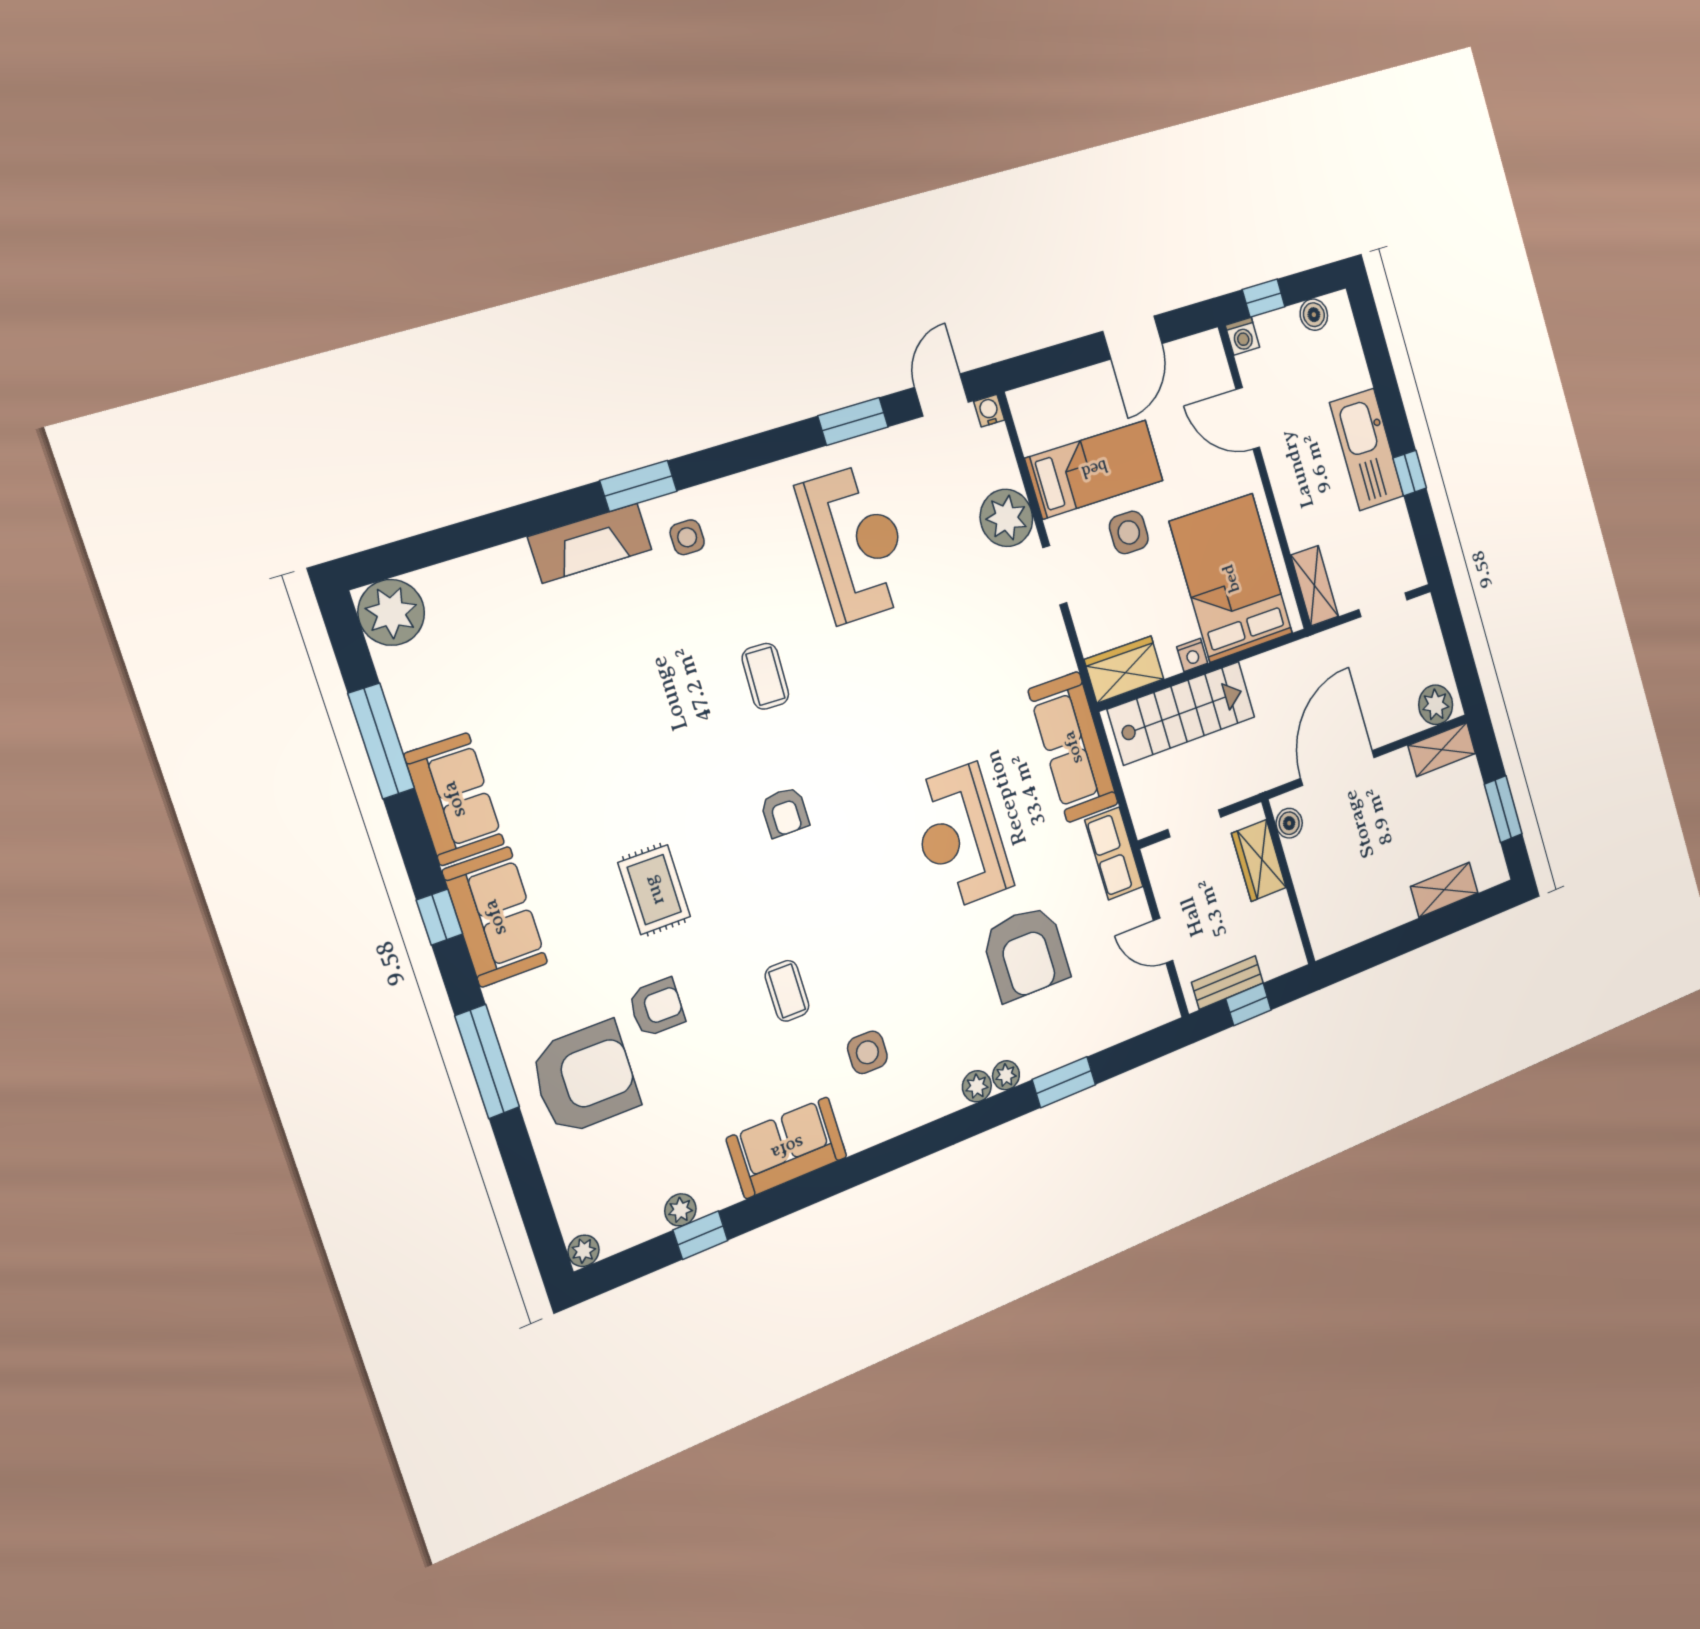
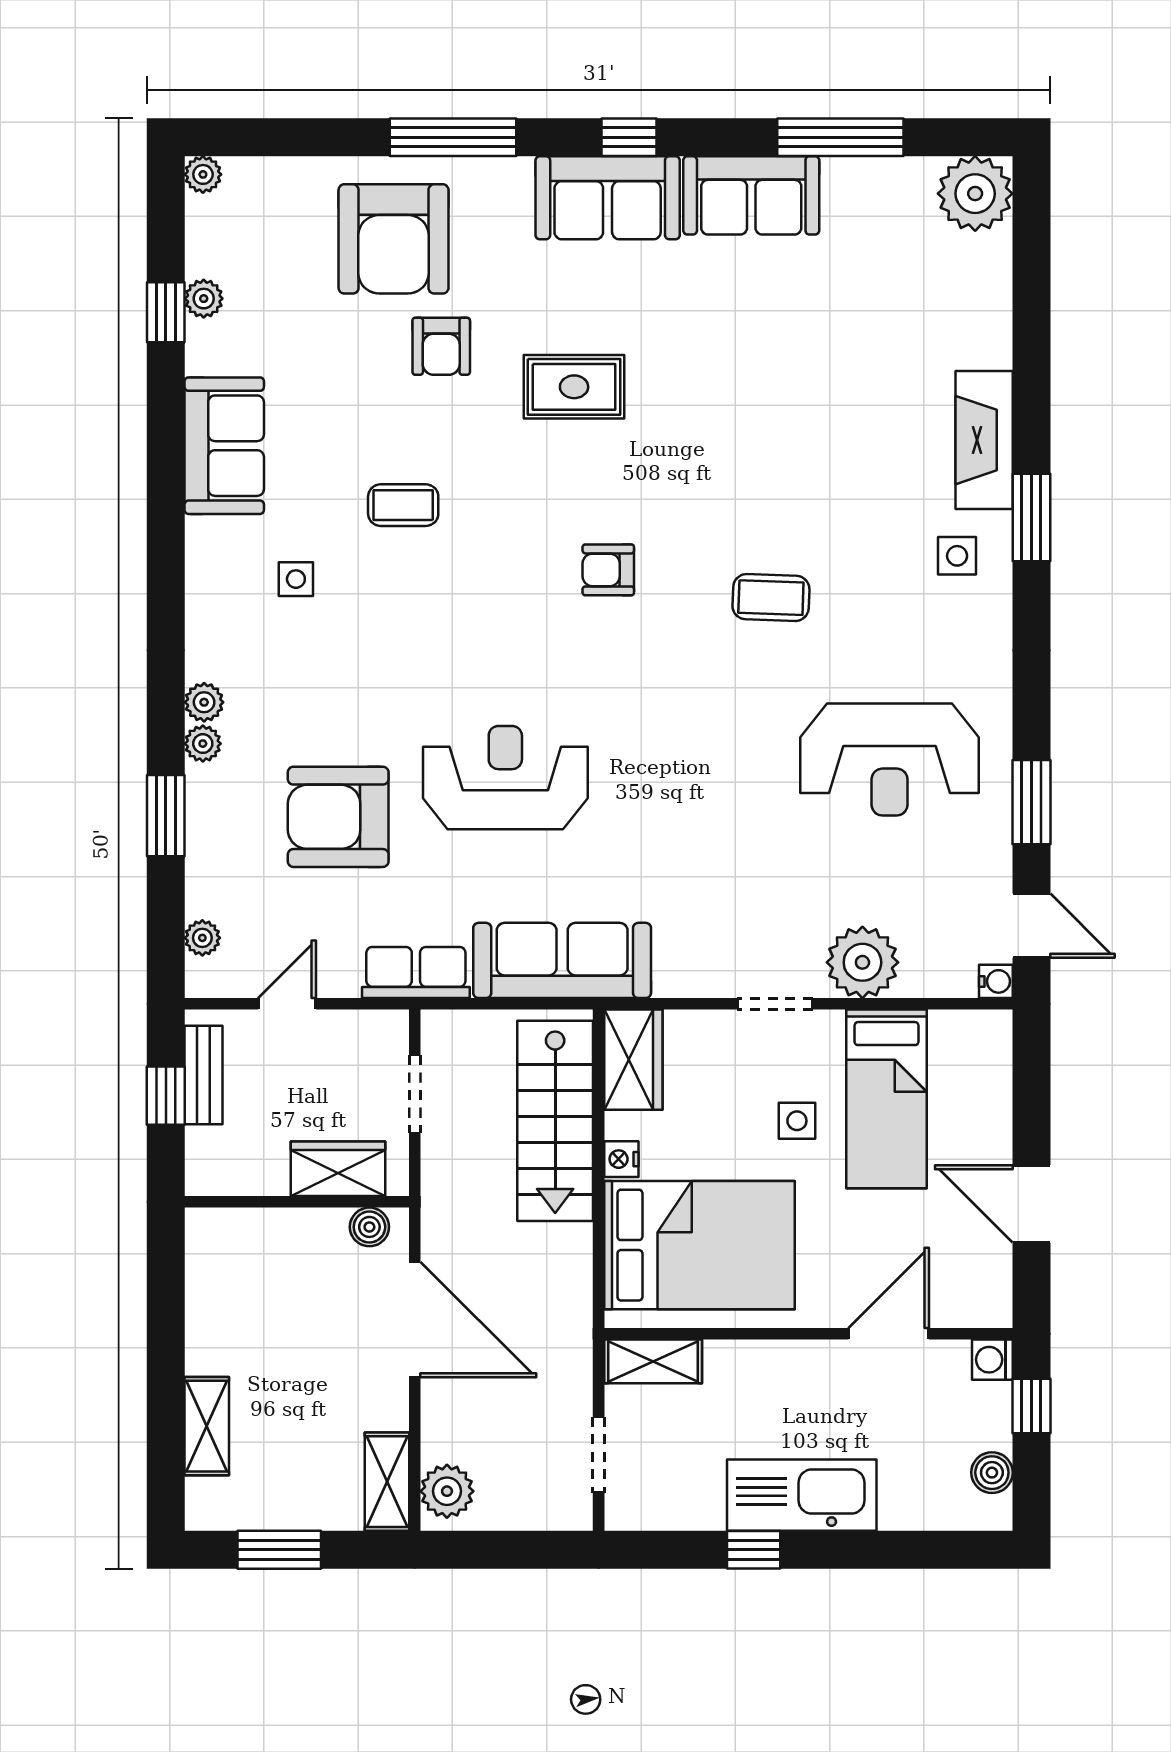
side table: (1129, 532) -> (797, 1121), width x0.73, depth x0.73
plant: (1138, 1021) -> (202, 938), added
side table: (867, 1052) -> (296, 579), width x0.73, depth x0.73

